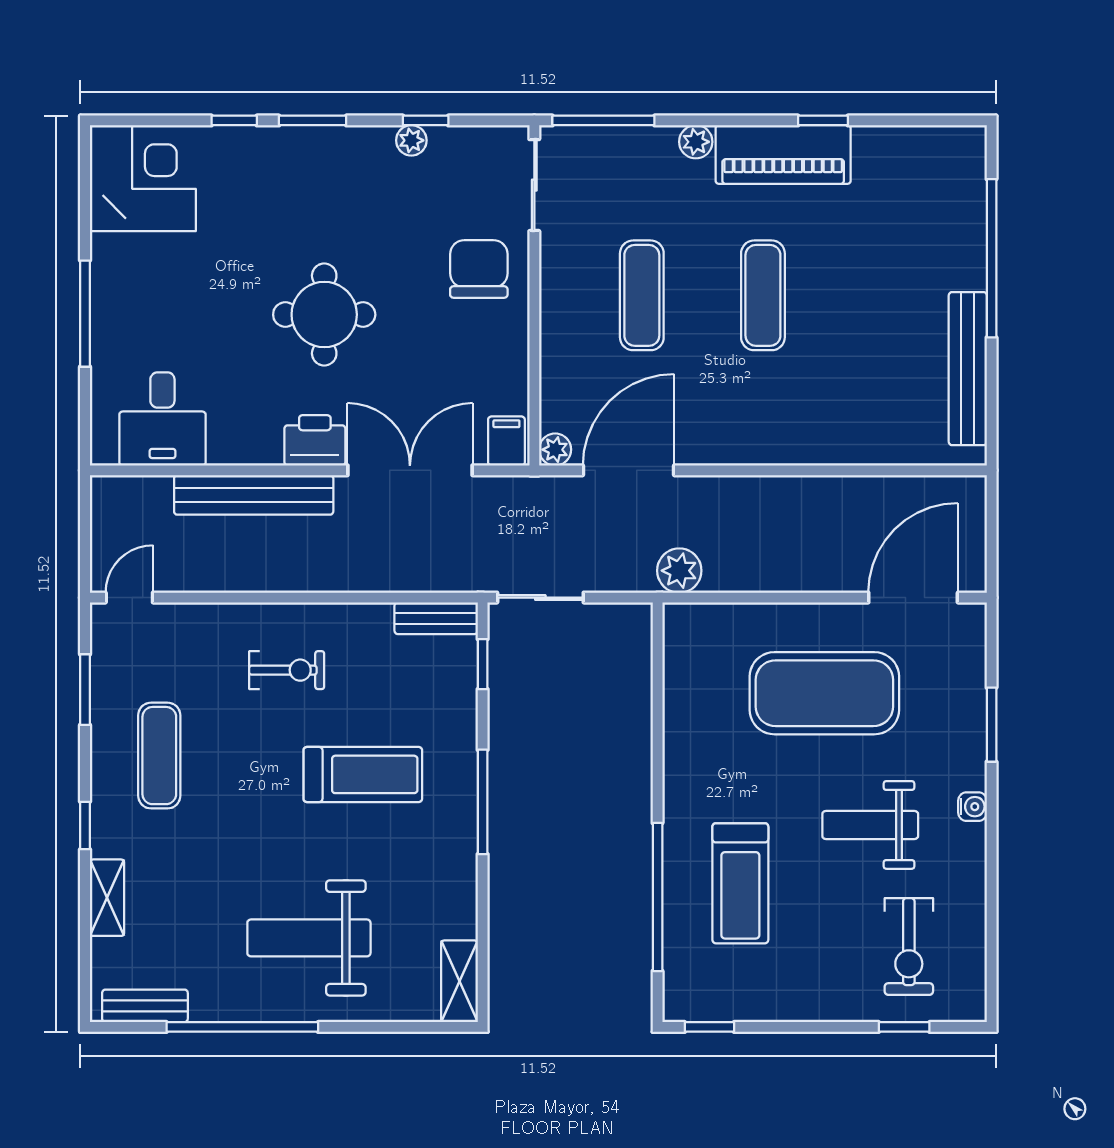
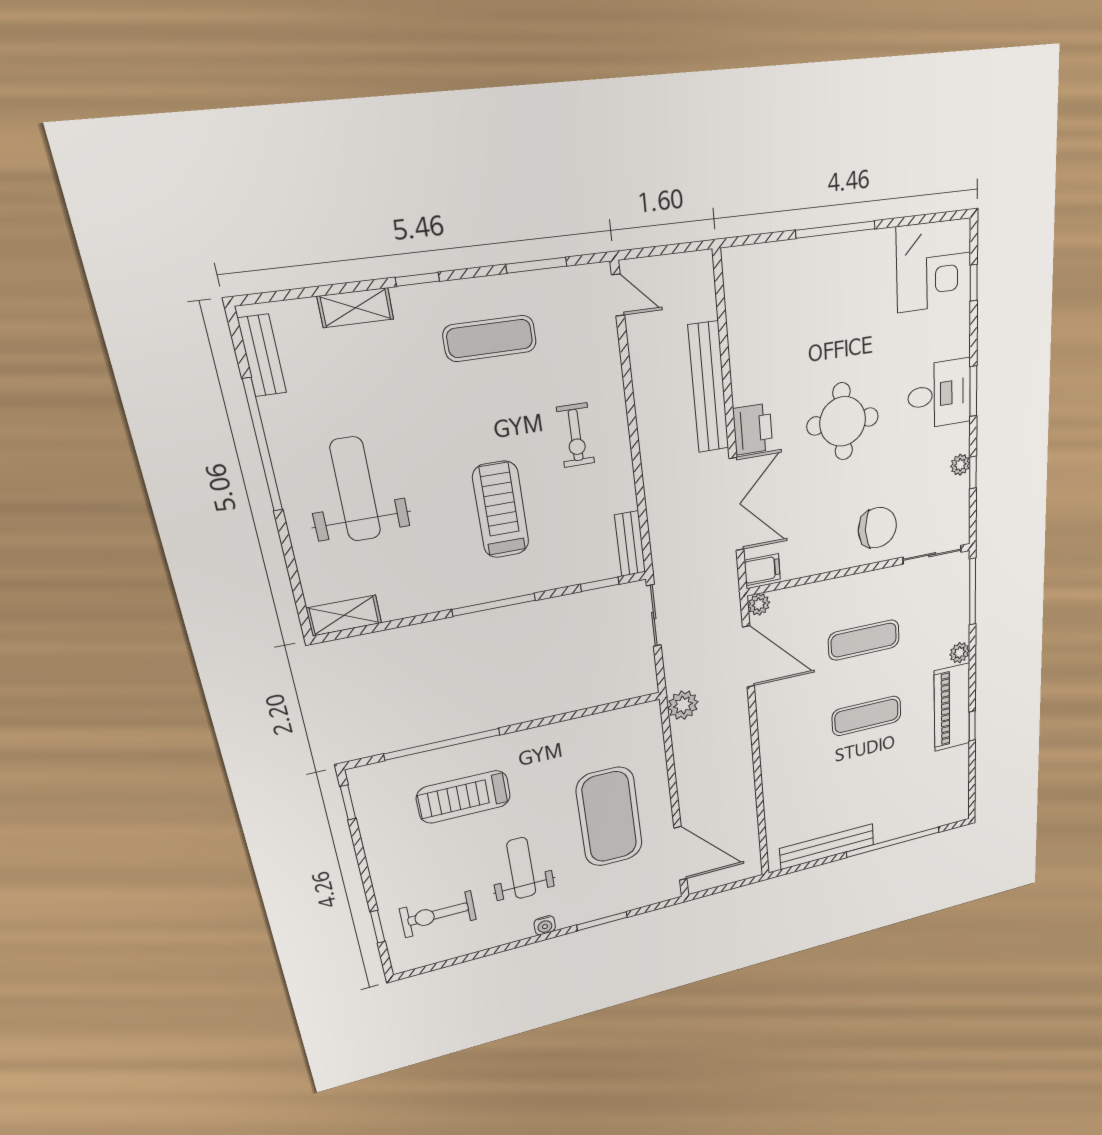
window: (234, 120) -> (974, 283), moved
desk: (162, 419) -> (939, 394), moved, turned 180
treadmill: (363, 774) -> (501, 510), turned 180

